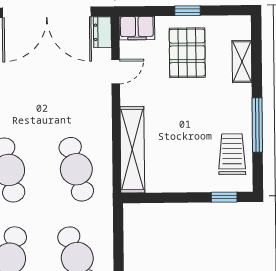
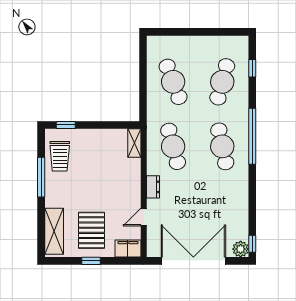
dresser: (102, 32) -> (153, 187), moved
shelving: (242, 61) -> (54, 231), width x1.50, depth x1.33
shelving: (132, 150) -> (134, 143), width x0.45, depth x0.75

